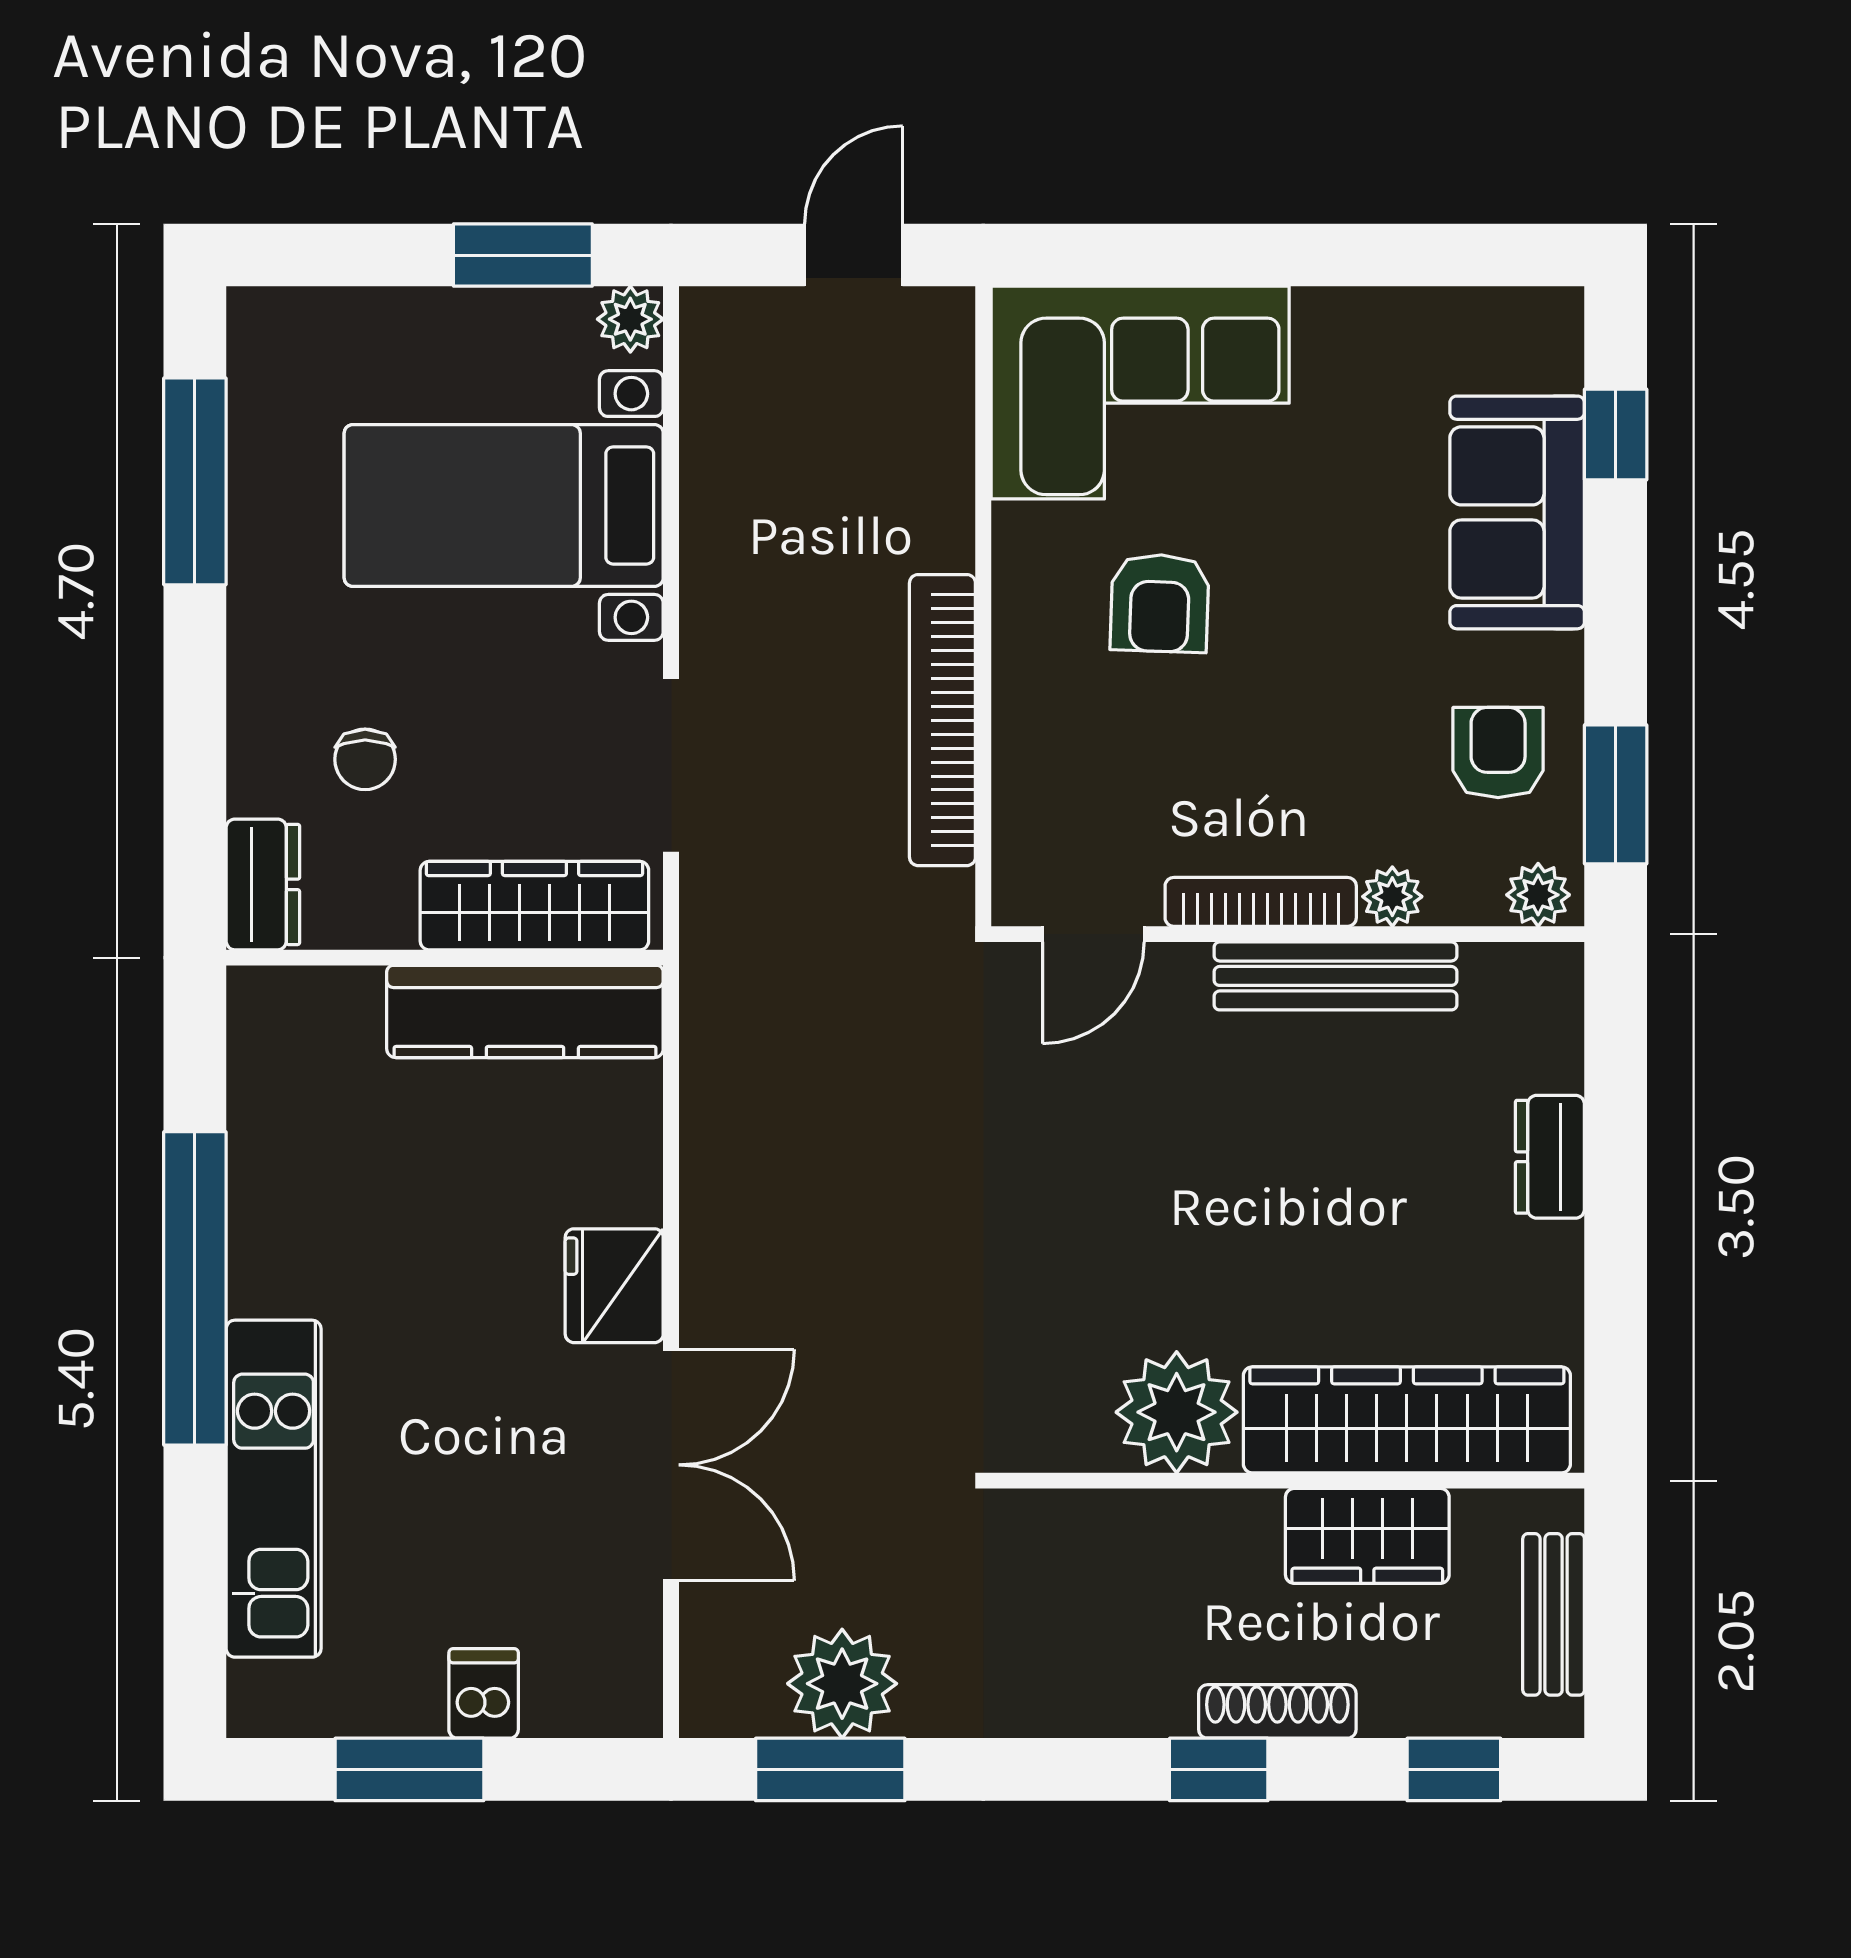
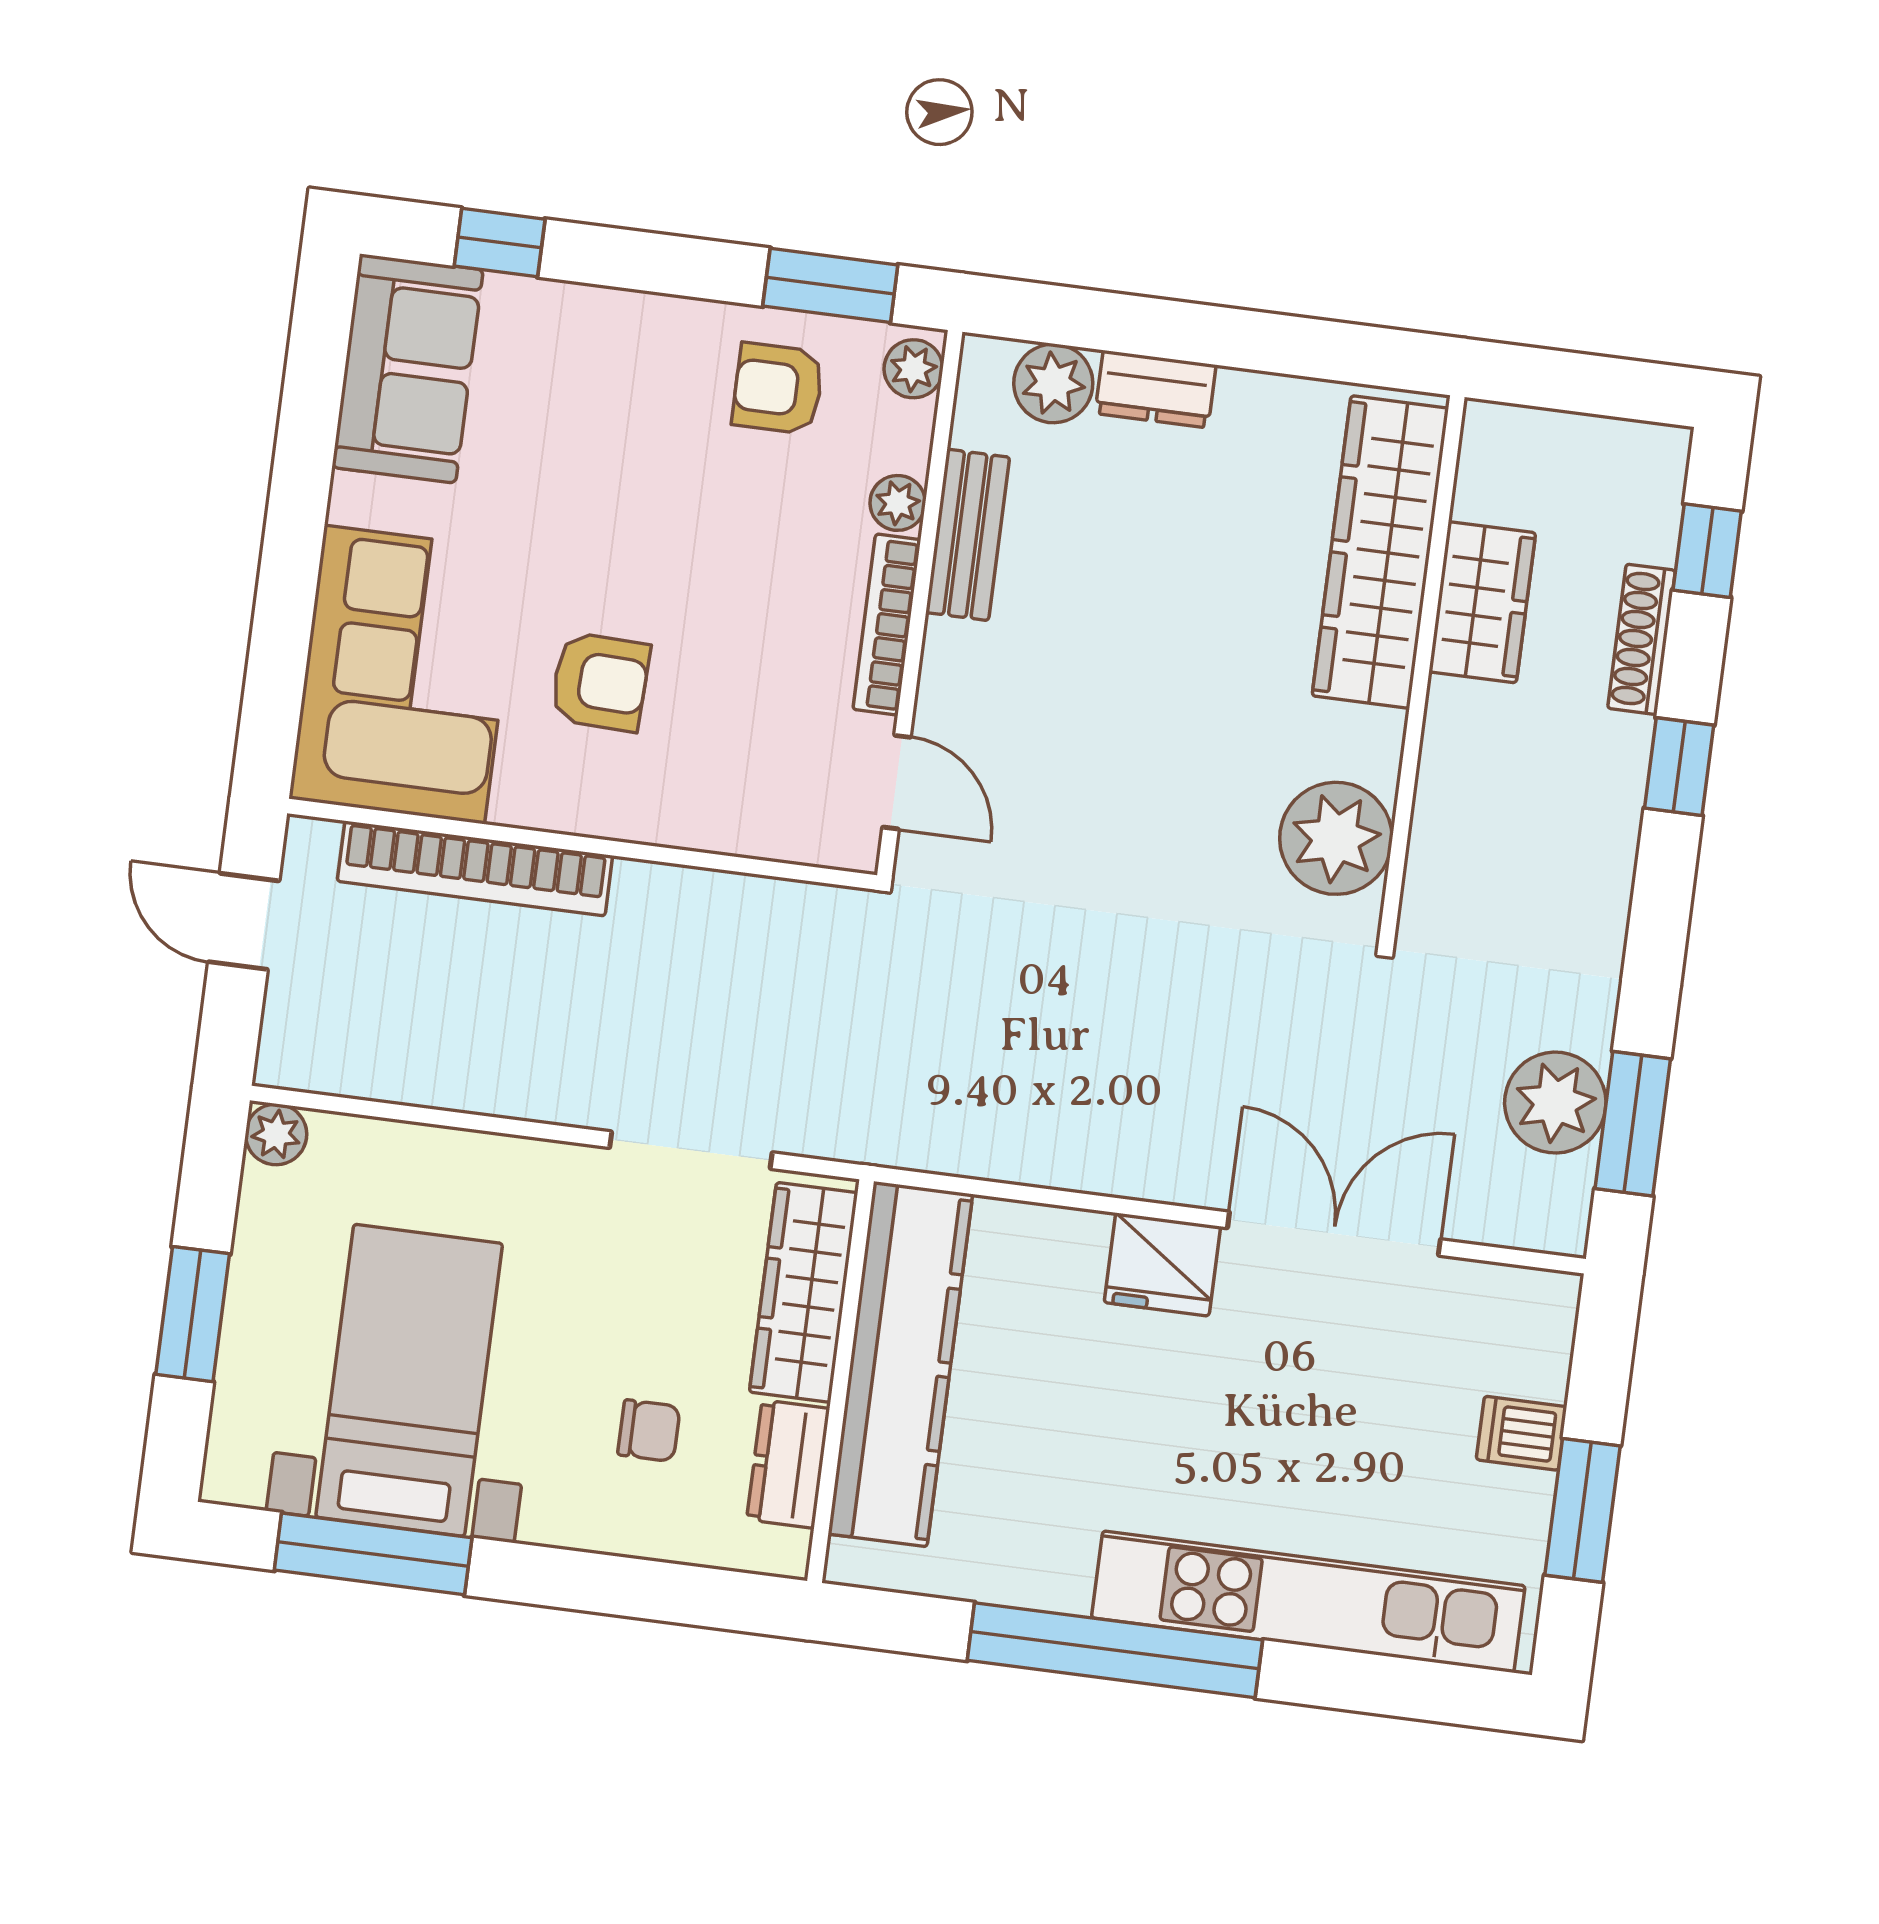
window: (523, 255) -> (193, 1314), moved
bed with nightstands: (504, 505) -> (409, 1380), moved, turned 180
sofa: (1517, 512) -> (408, 369), moved, turned -90
bookcase: (942, 720) -> (475, 868), moved
dresser: (263, 884) -> (788, 1464), moved, turned -90
bench: (1335, 976) -> (968, 535), width x0.73
kitchen counter: (525, 1011) -> (900, 1364), width x1.39, depth x1.17
plant: (1542, 1047) -> (1053, 383), added
plant: (1177, 1412) -> (1336, 838), moved
kitchen unit: (274, 1489) -> (1308, 1602), width x1.36
bench: (1554, 1614) -> (1577, 440), removed
shoe rack: (1277, 1711) -> (1641, 639), moved

